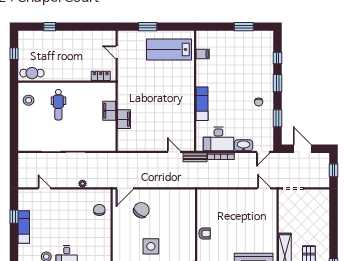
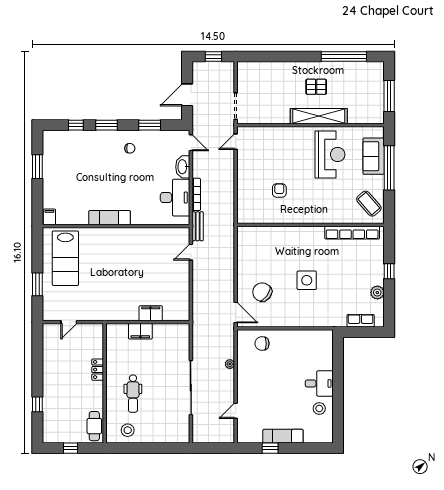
filing cabinet: (203, 54) -> (49, 217), moved
locker: (101, 76) -> (98, 370), moved
exam couch: (202, 104) -> (109, 218), moved
dental chair: (58, 105) -> (133, 394), turned 90
armchair: (205, 233) -> (279, 190), moved

